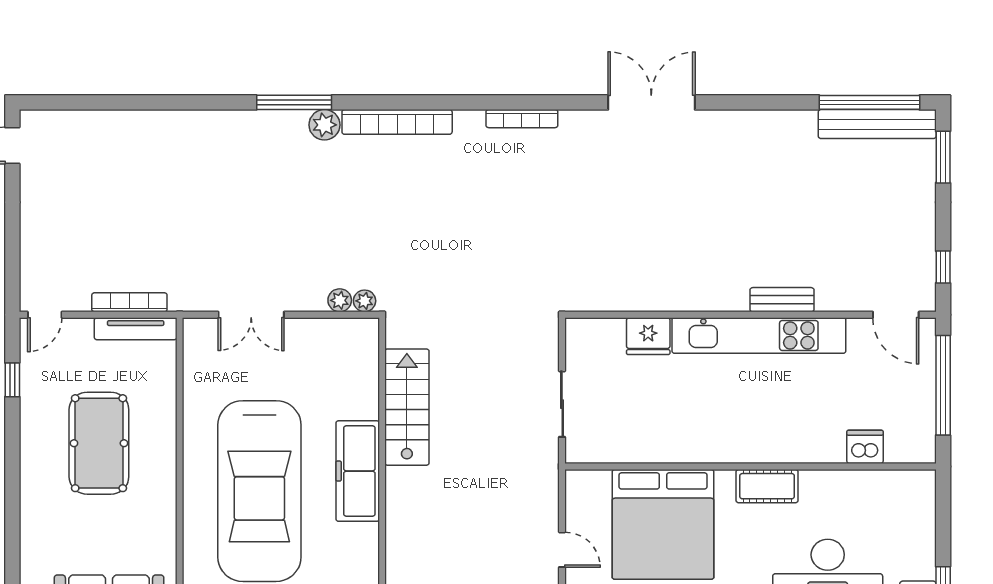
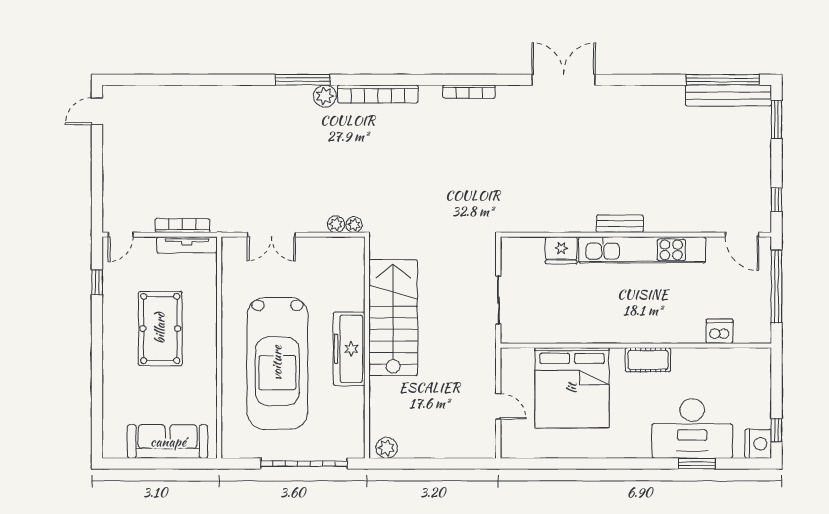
bench: (782, 300) -> (620, 224), moved
stairs: (407, 407) -> (393, 318), width x1.36, depth x1.51

